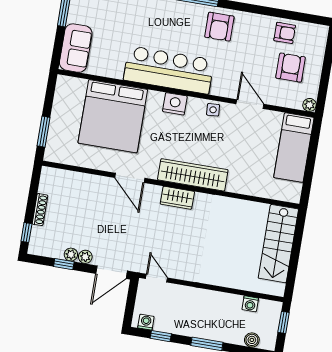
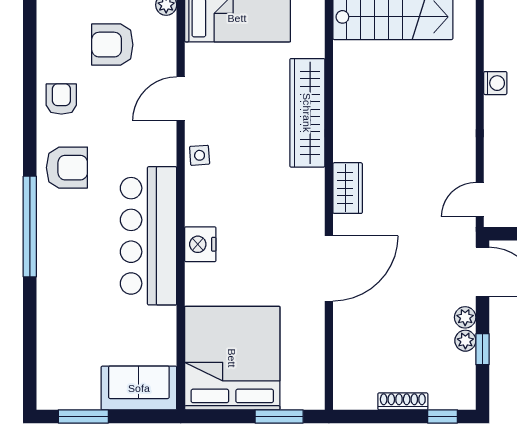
armchair: (285, 33) -> (61, 99), moved
nightstand: (175, 104) -> (200, 244), moved
bed: (113, 116) -> (232, 358), moved, turned -90
wardrobe: (193, 175) -> (307, 113), moved
door: (130, 178) -> (329, 268), width x1.36
washing machine: (250, 304) -> (495, 83), moved

